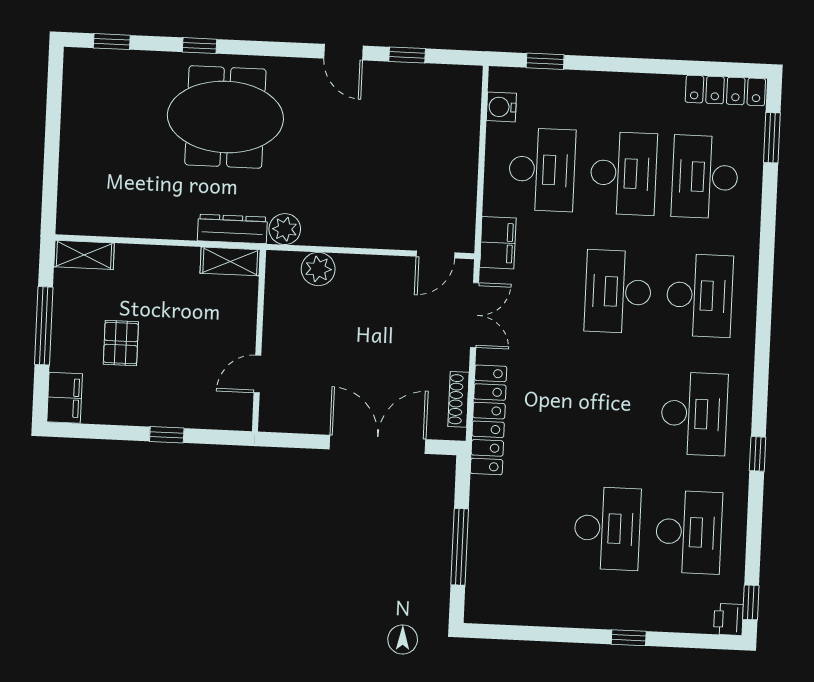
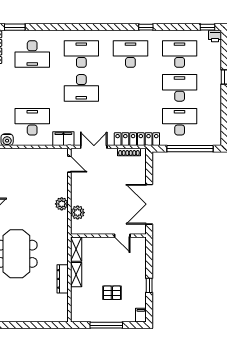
desk: (623, 173) -> (180, 122), moved
dresser: (232, 229) -> (63, 279), moved
plant: (285, 229) -> (62, 204), moved
shelving: (84, 255) -> (76, 275), moved
filing cabinet: (65, 398) -> (141, 315), width x0.50
window: (167, 435) -> (149, 285), moved
double door: (378, 444) -> (149, 204), moved
window: (460, 547) -> (190, 149), width x1.46

